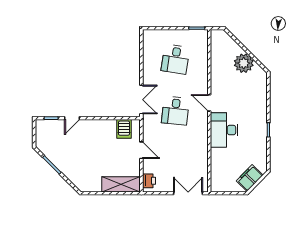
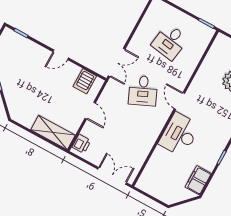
desk: (175, 111) -> (143, 91), turned -30
door: (72, 118) -> (61, 55), moved
filing cabinet: (250, 178) -> (198, 180), moved, turned -44

